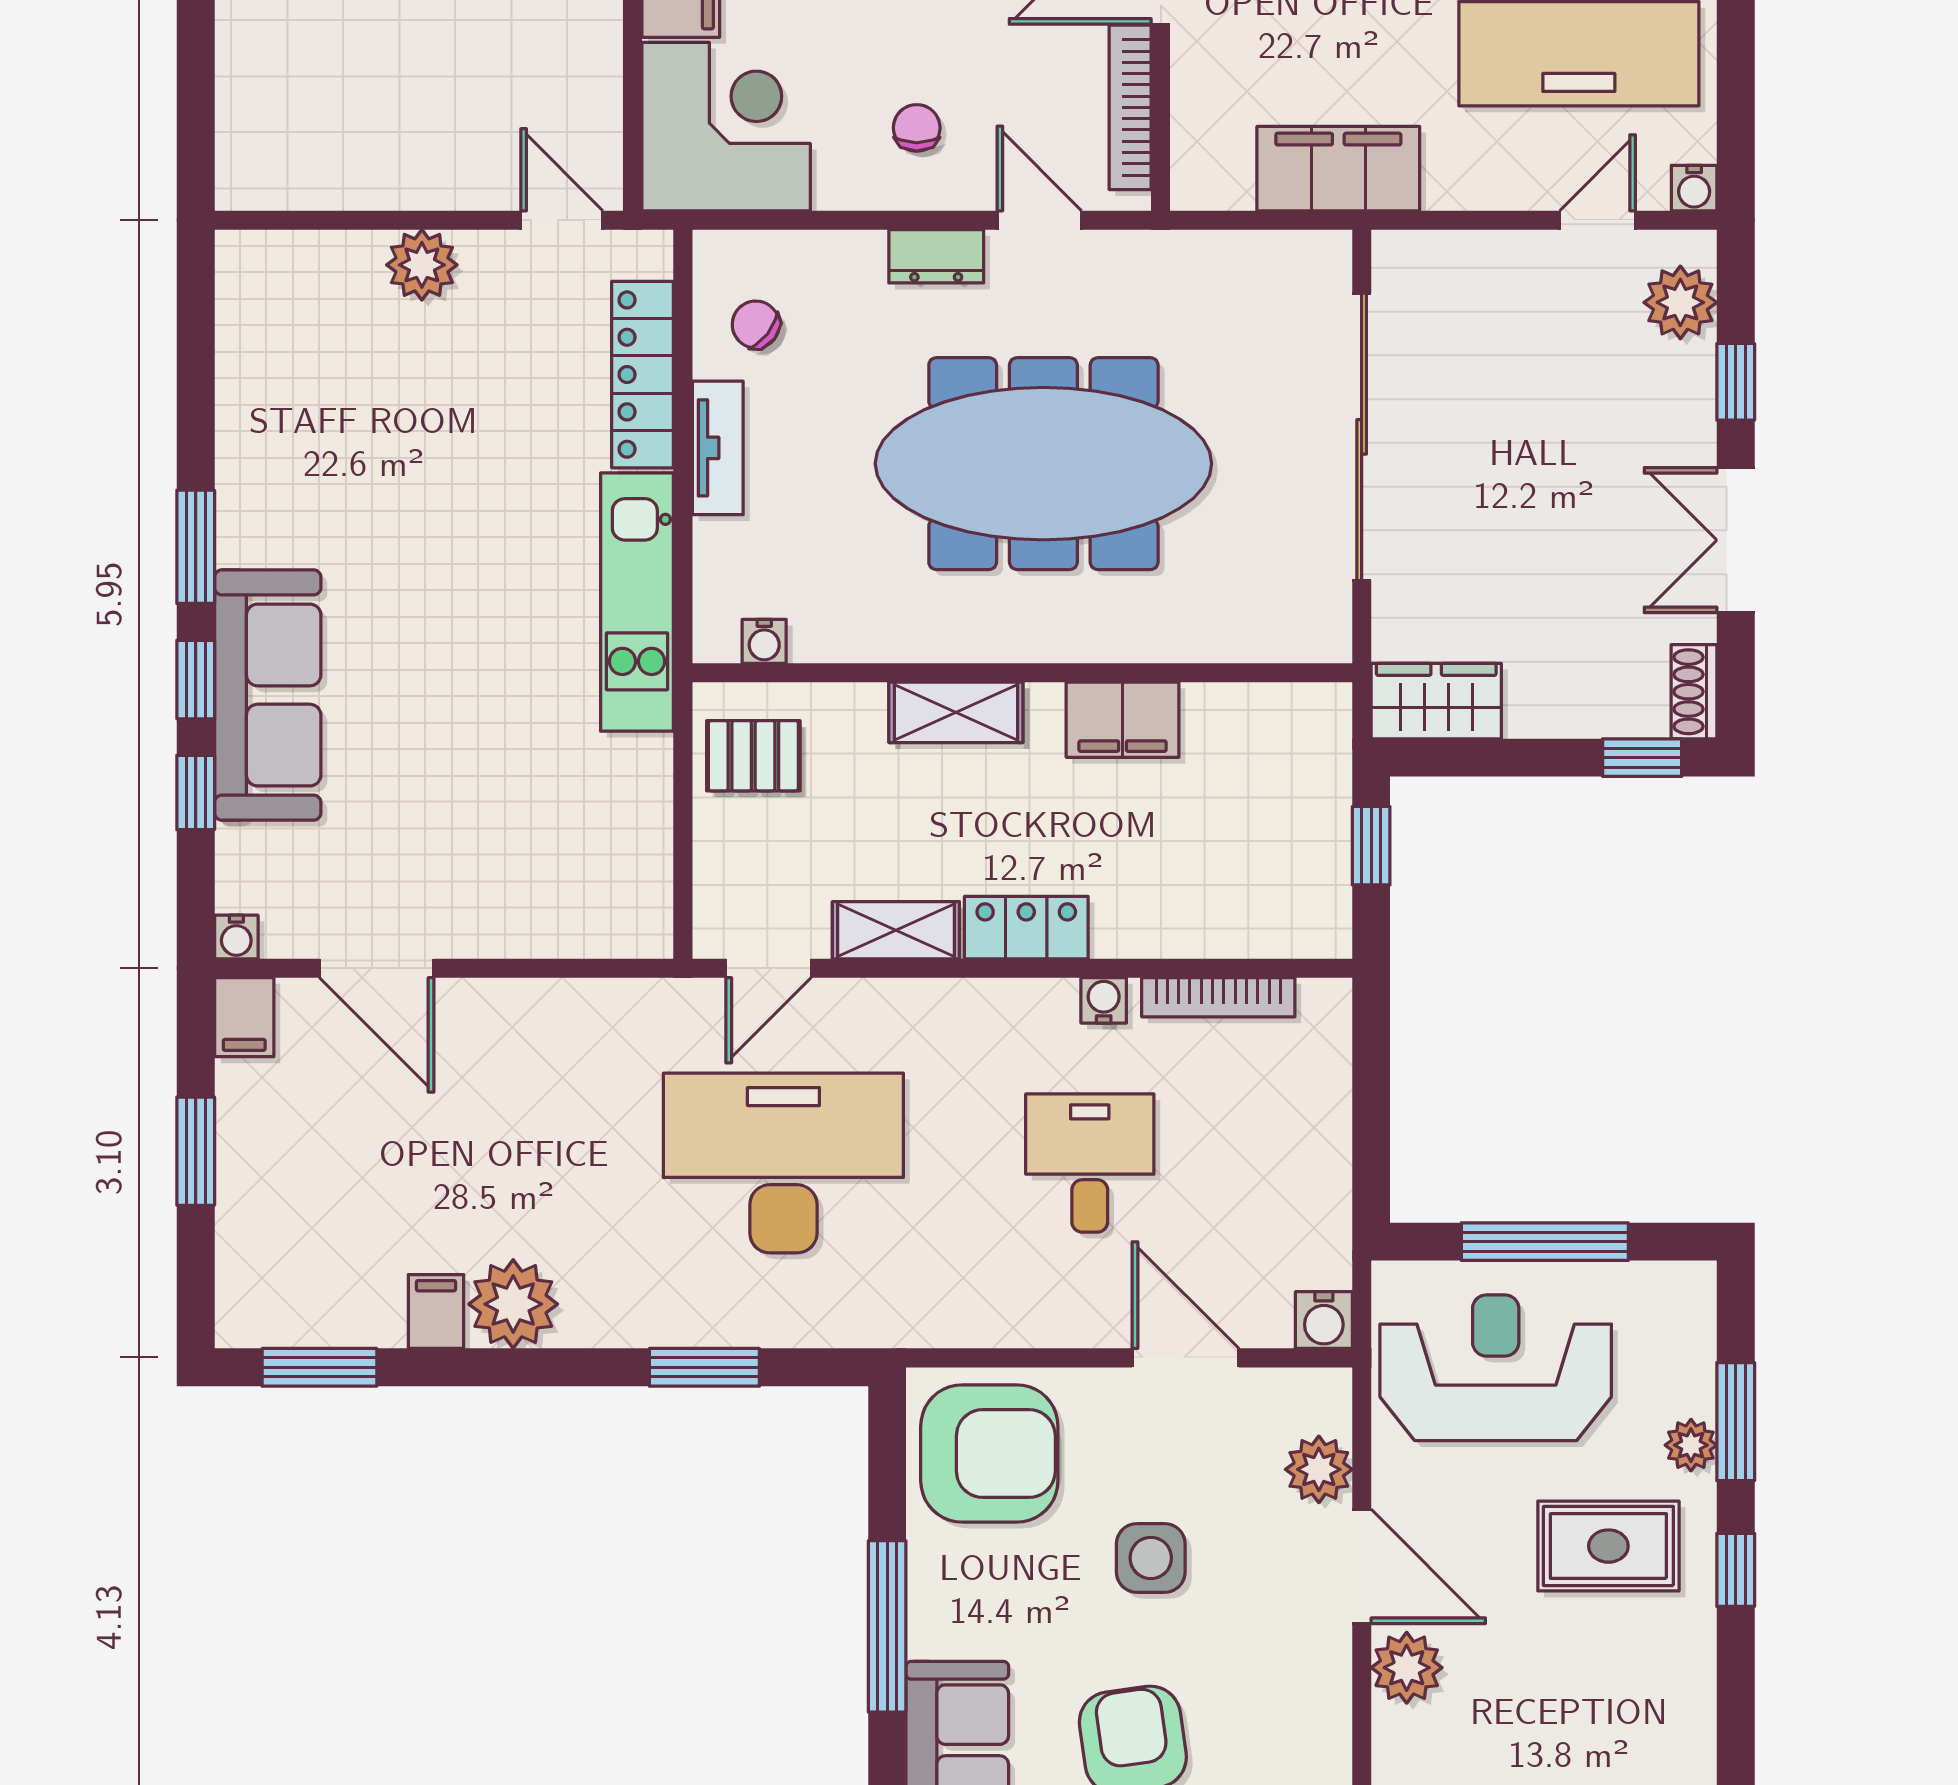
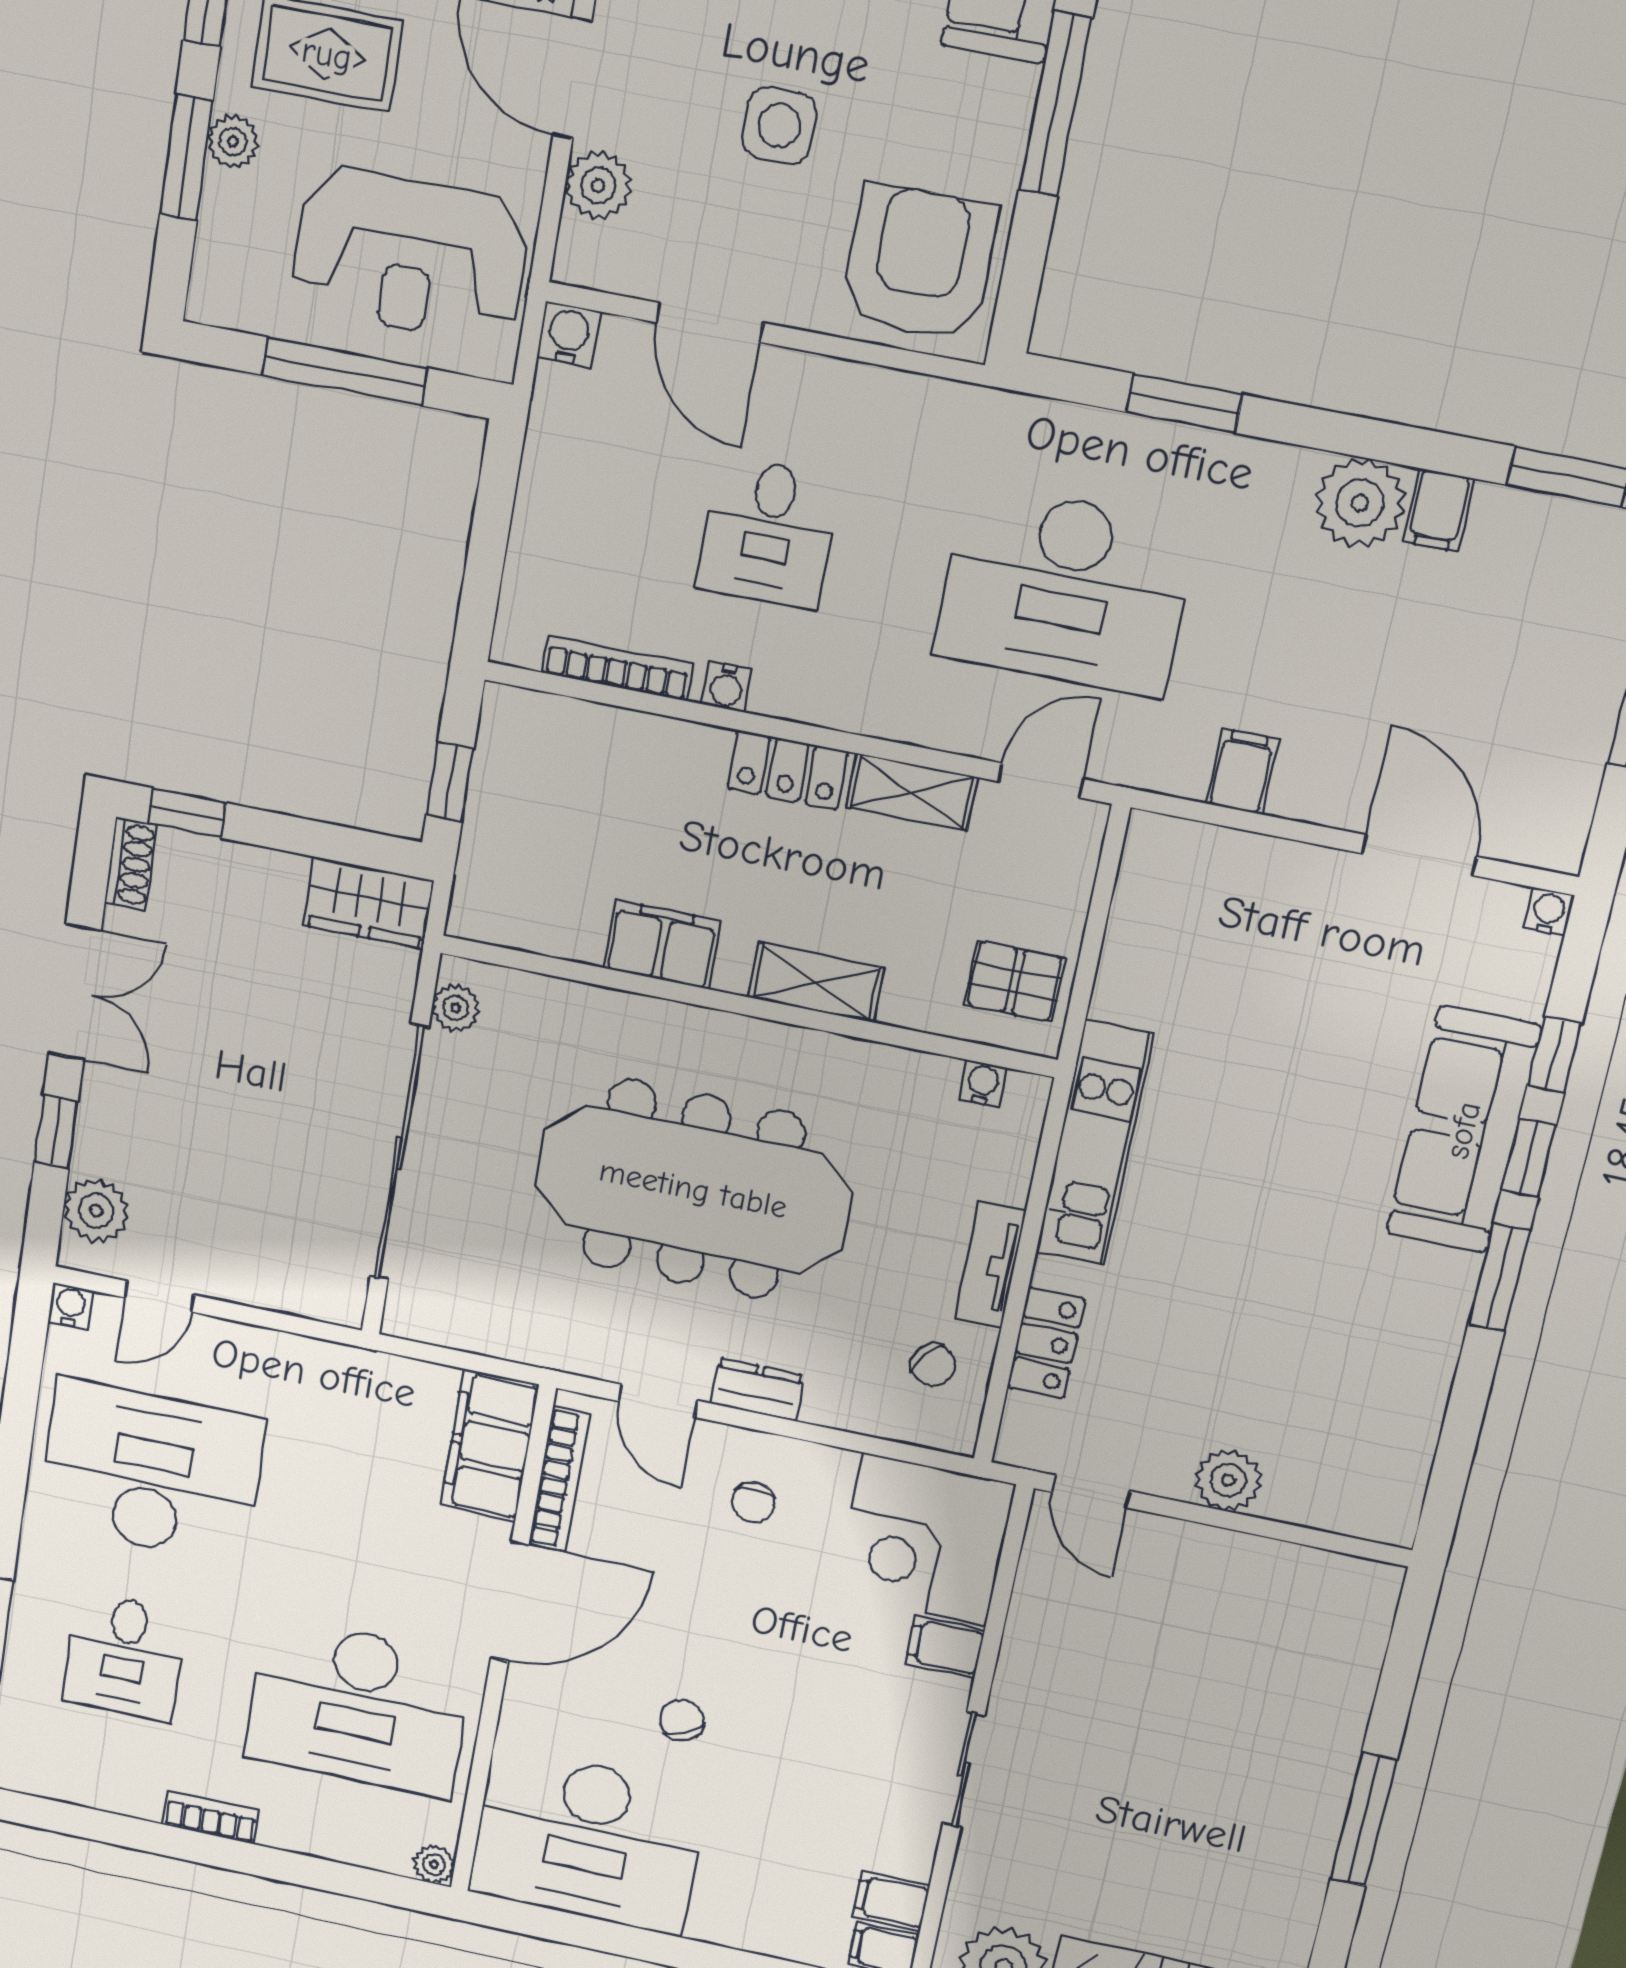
filing cabinet: (1338, 169) -> (490, 1445), moved, turned 90
locker: (643, 375) -> (1046, 1343), width x0.66
plant: (1327, 608) -> (456, 1008), added
filing cabinet: (244, 1017) -> (1242, 772), moved
armchair: (989, 1453) -> (919, 263), turned 90

